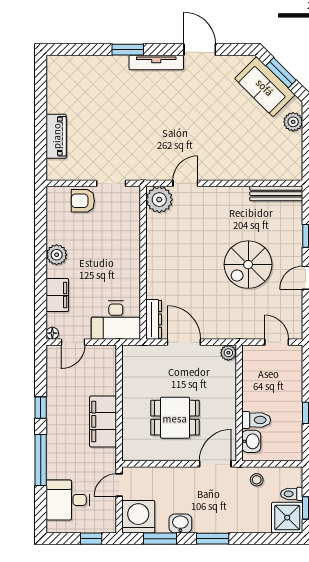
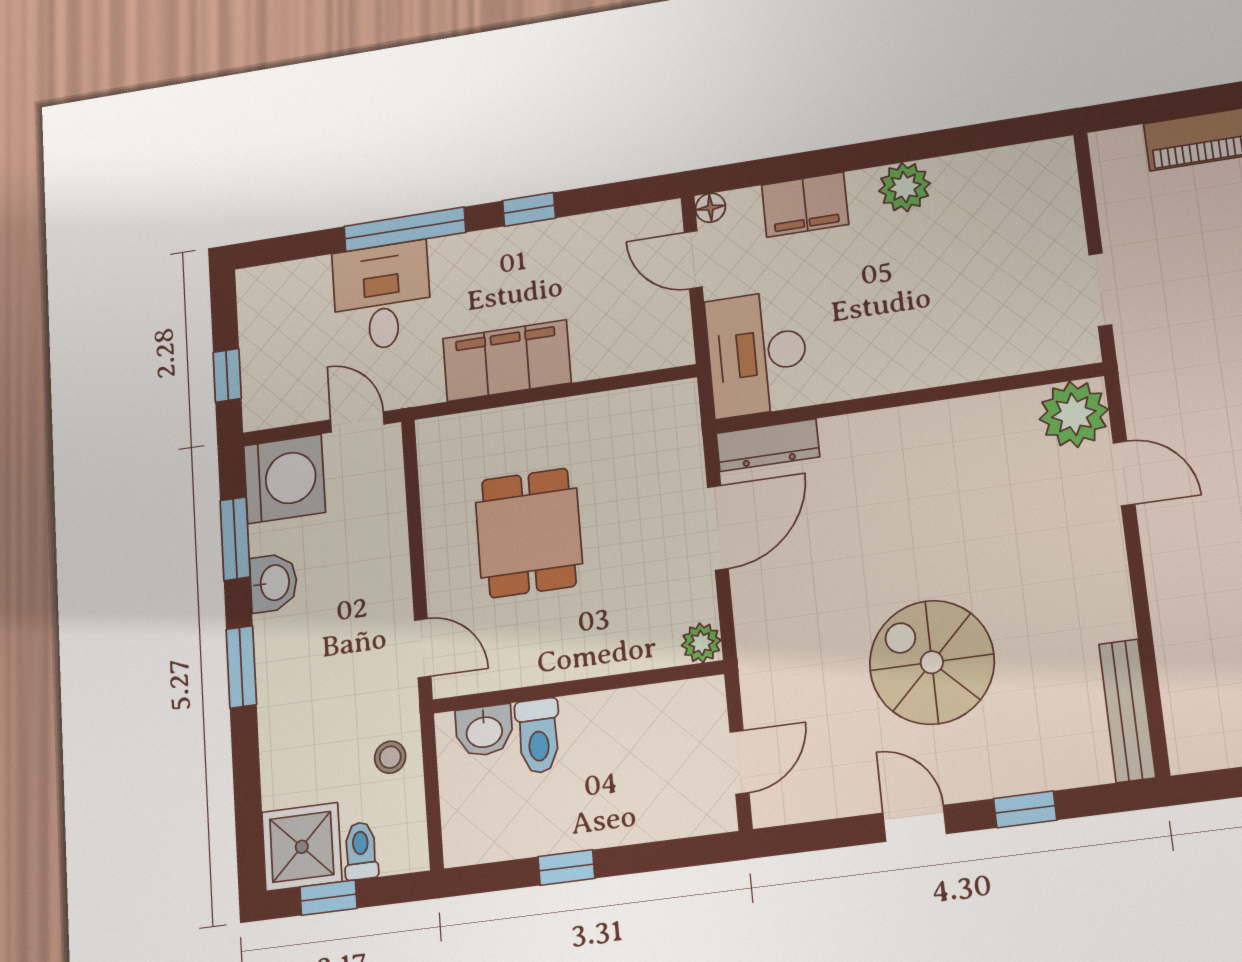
armchair: (83, 201) -> (1047, 228), removed
door: (215, 464) -> (423, 648), width x0.73
desk: (68, 500) -> (382, 297), moved

